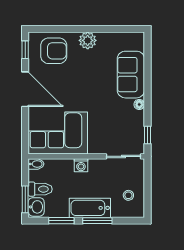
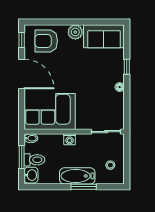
armchair: (54, 51) -> (46, 41), turned 180
sofa: (131, 75) -> (104, 36), moved, turned -90
window: (147, 135) -> (127, 67), moved
window: (25, 199) -> (22, 157), moved
window: (61, 221) -> (53, 187), removed

